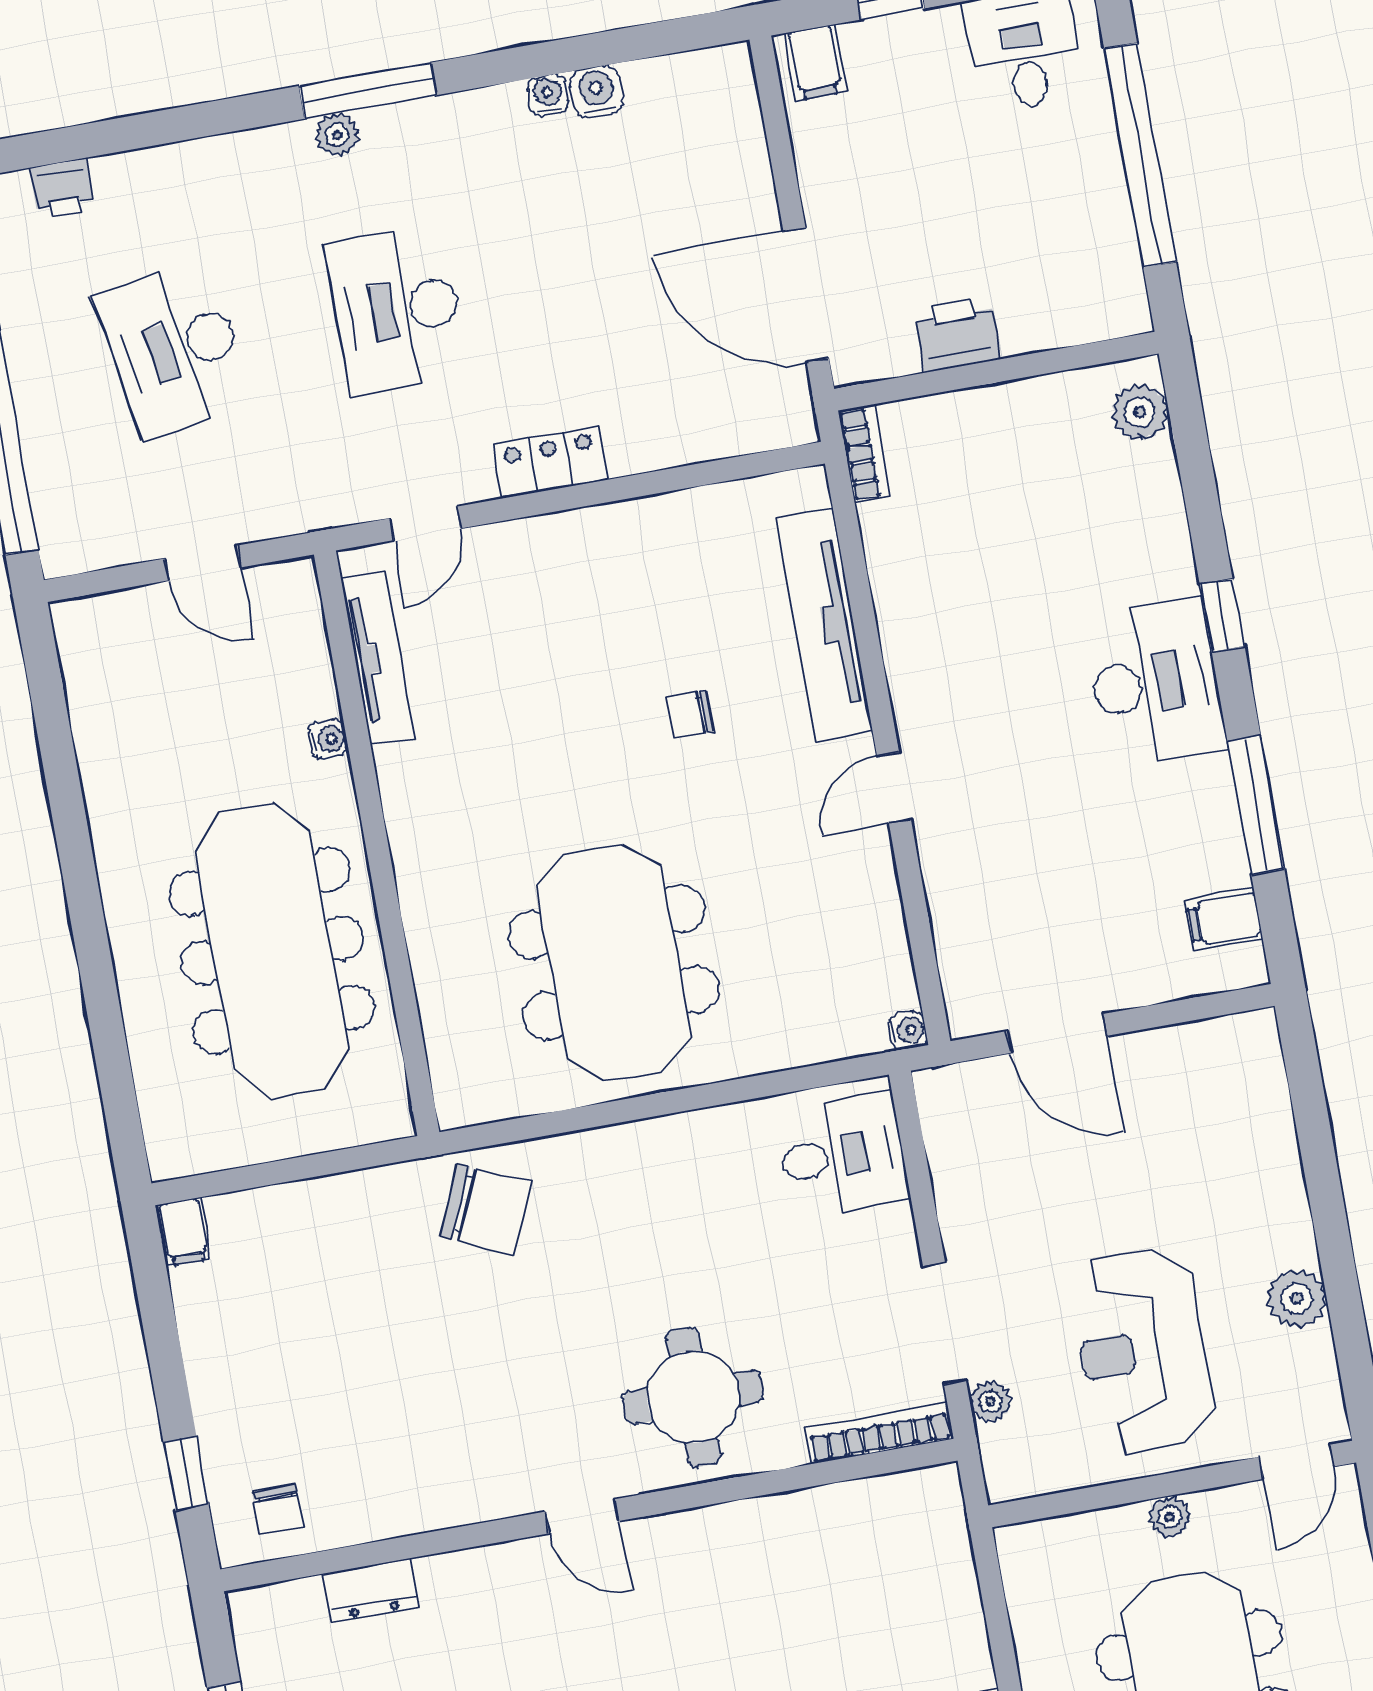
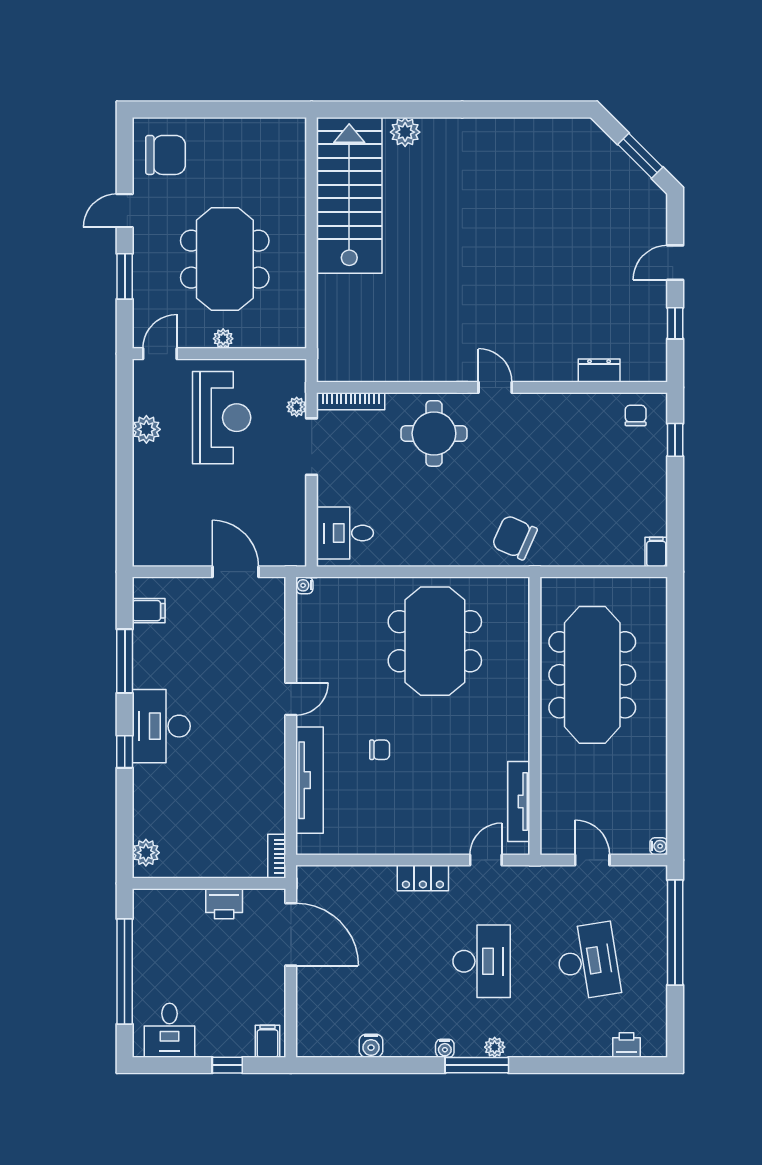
water cooler: (548, 95) -> (445, 1048), moved
water cooler: (328, 739) -> (659, 846), moved, turned 180

